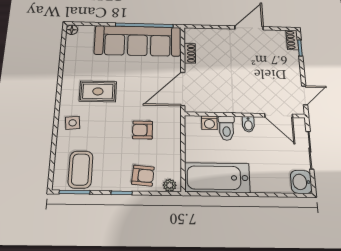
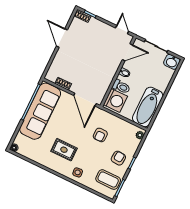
rug: (98, 91) -> (64, 150), turned 90
washing machine: (209, 123) -> (115, 100), width x1.89, depth x1.89
armchair: (143, 176) -> (118, 158), moved

